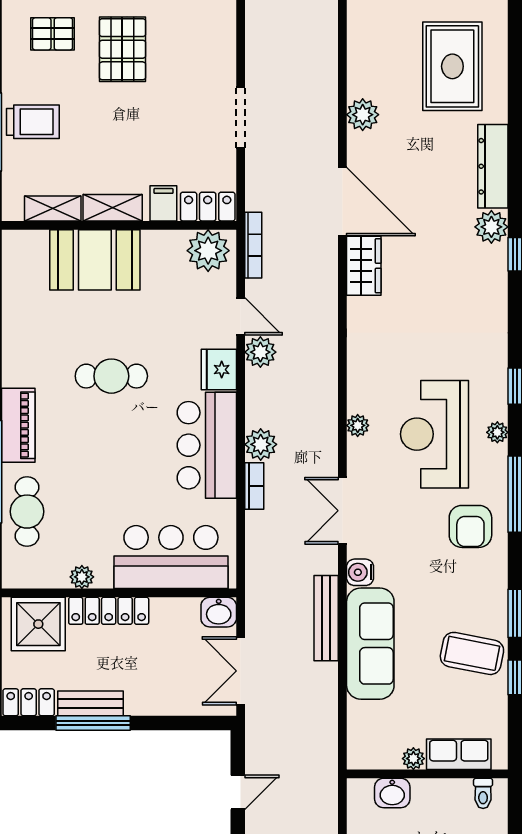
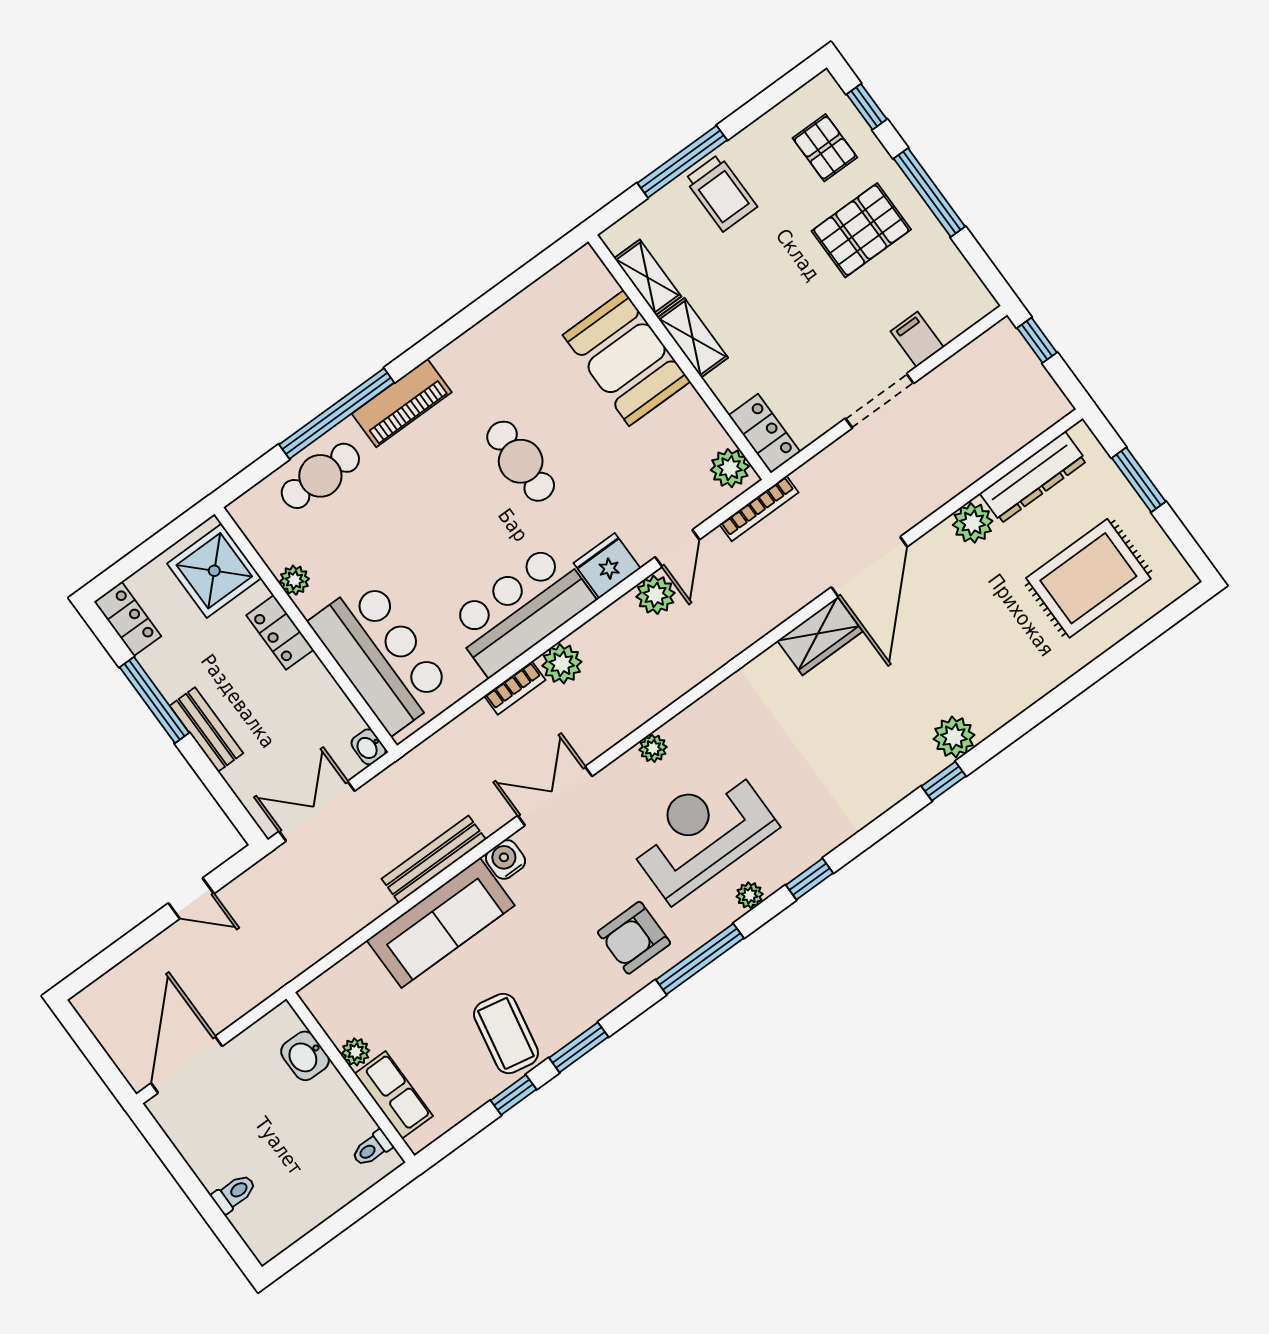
dresser: (493, 166) -> (1033, 477), moved, turned 180
filing cabinet: (163, 203) -> (917, 339), moved, turned -90
plant: (208, 251) -> (730, 468), width x0.73, depth x0.73
locker: (109, 611) -> (280, 632), width x0.66
washbasin: (219, 612) -> (369, 747), width x0.72, depth x0.69
bench: (91, 703) -> (206, 729), moved

